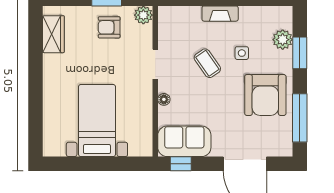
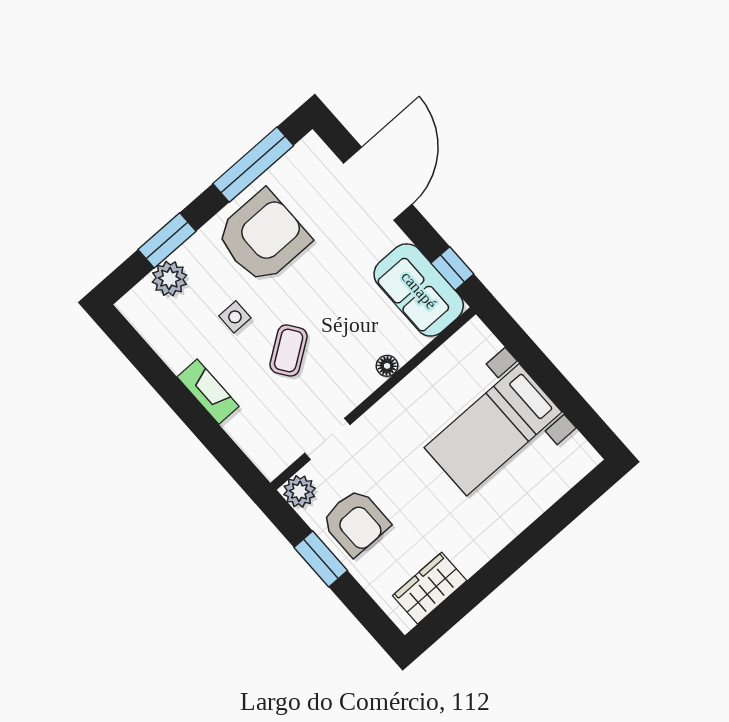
armchair: (109, 27) -> (356, 522), width x1.38, depth x1.38
doorway: (155, 64) -> (327, 439), moved

